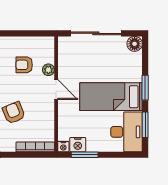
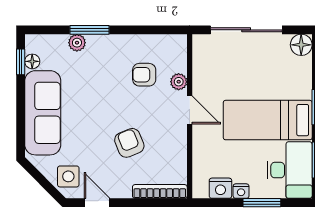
nightstand: (63, 147) -> (241, 191), moved
window: (85, 155) -> (262, 203), moved

